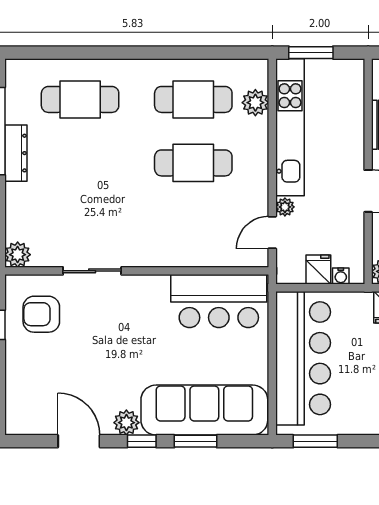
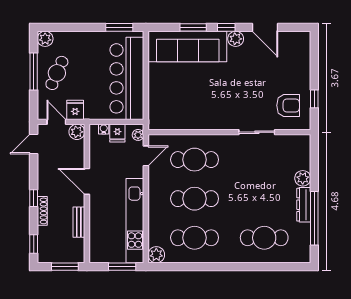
plant: (255, 103) -> (156, 255), moved
plant: (285, 207) -> (138, 135), moved
cafe table: (193, 226) -> (195, 160), added
plant: (18, 255) -> (303, 178), moved
bar counter: (219, 301) -> (179, 114), removed

